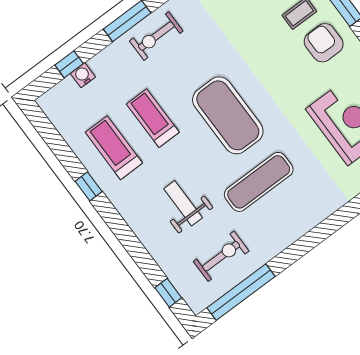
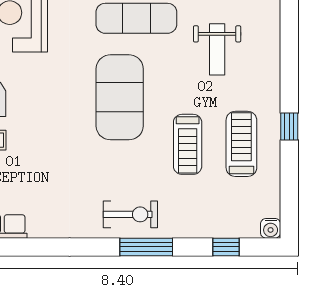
water cooler: (83, 75) -> (271, 228), moved
treadmill: (114, 148) -> (241, 144), turned 180

